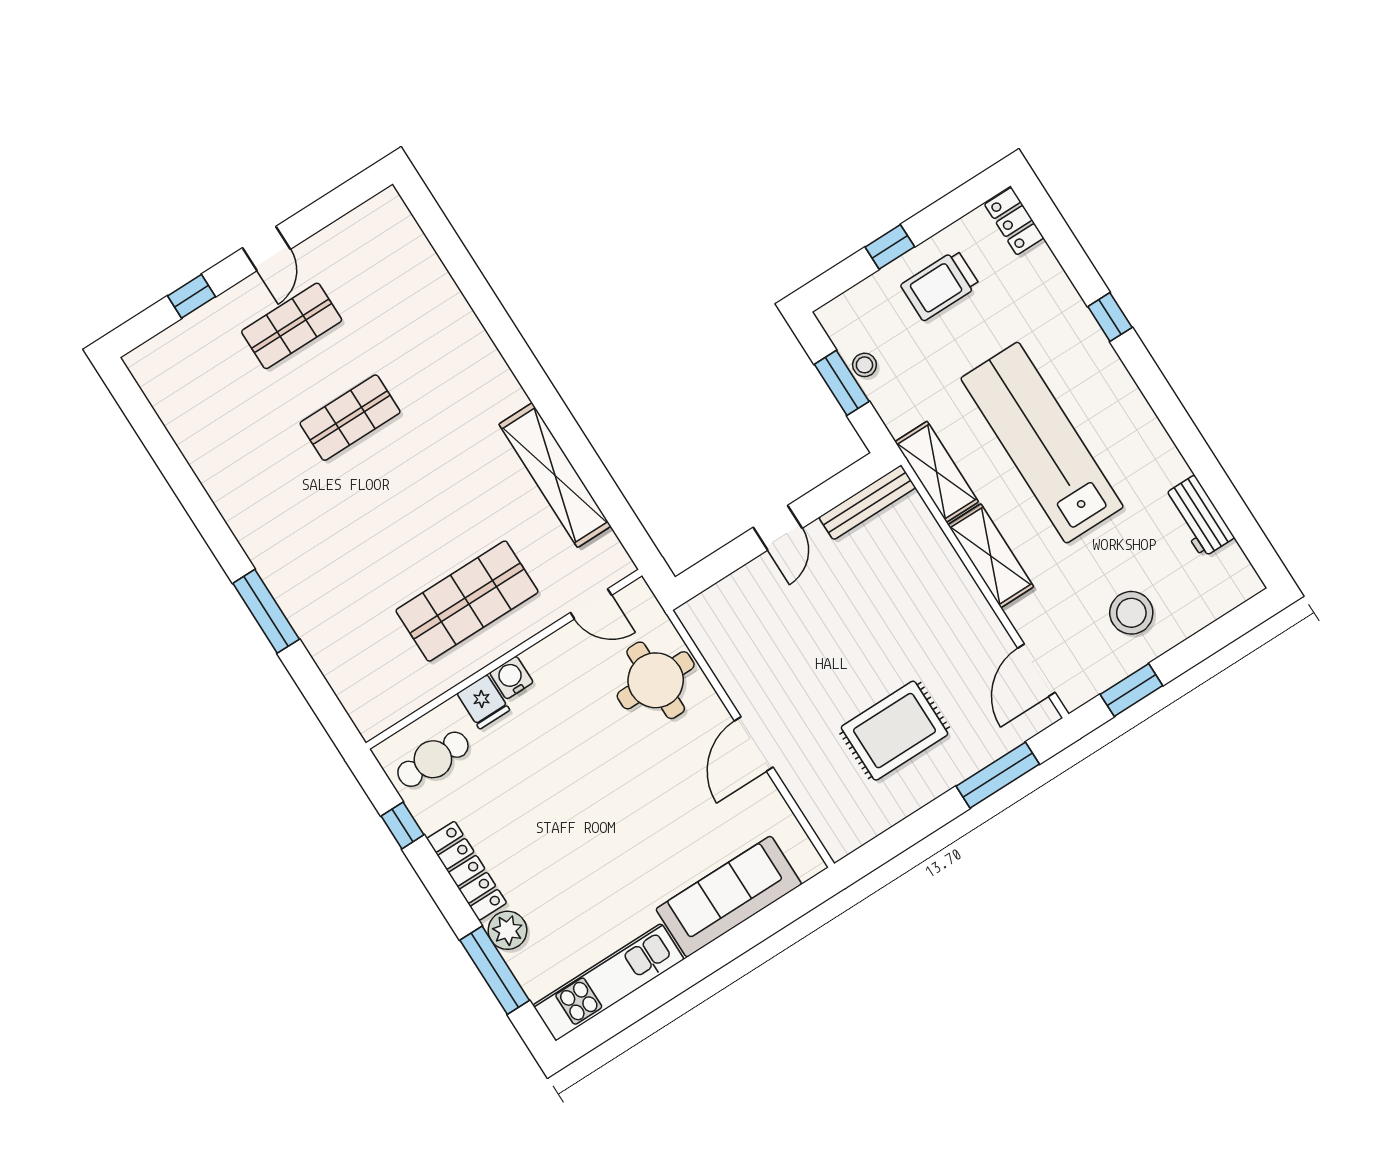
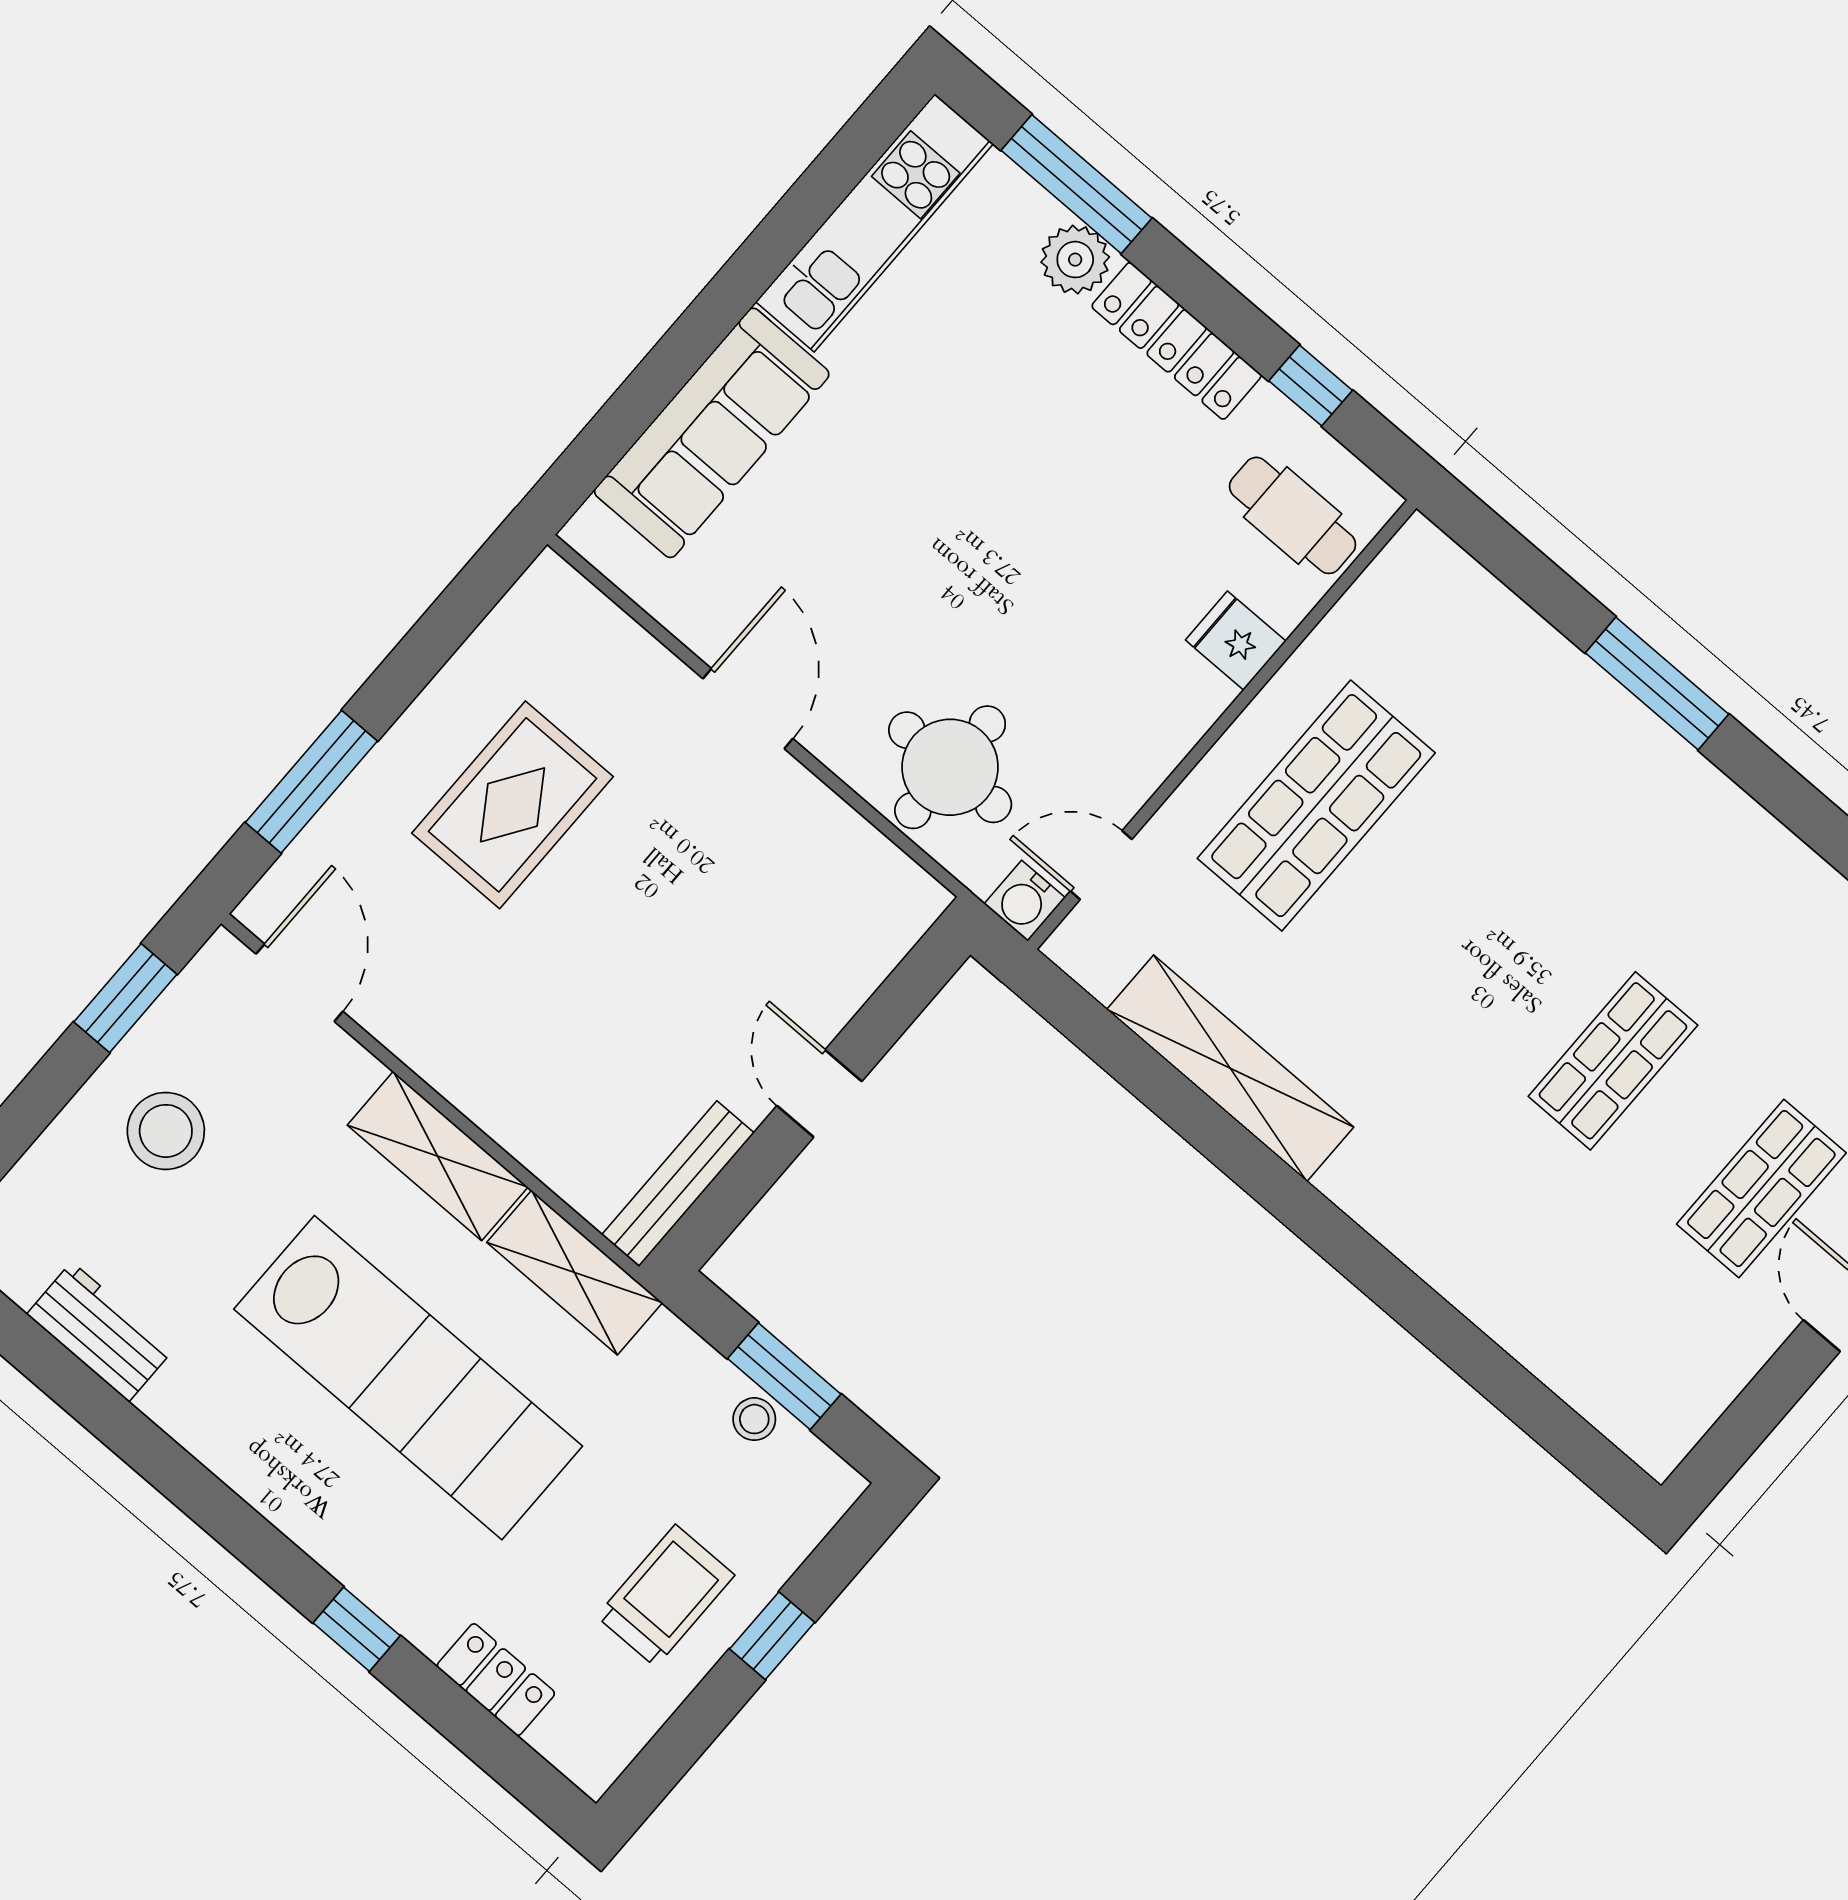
locker: (1014, 221) -> (496, 1680), moved
water cooler: (511, 678) -> (1025, 901), moved, turned 90
cafe table: (433, 759) -> (1293, 515), turned 90

